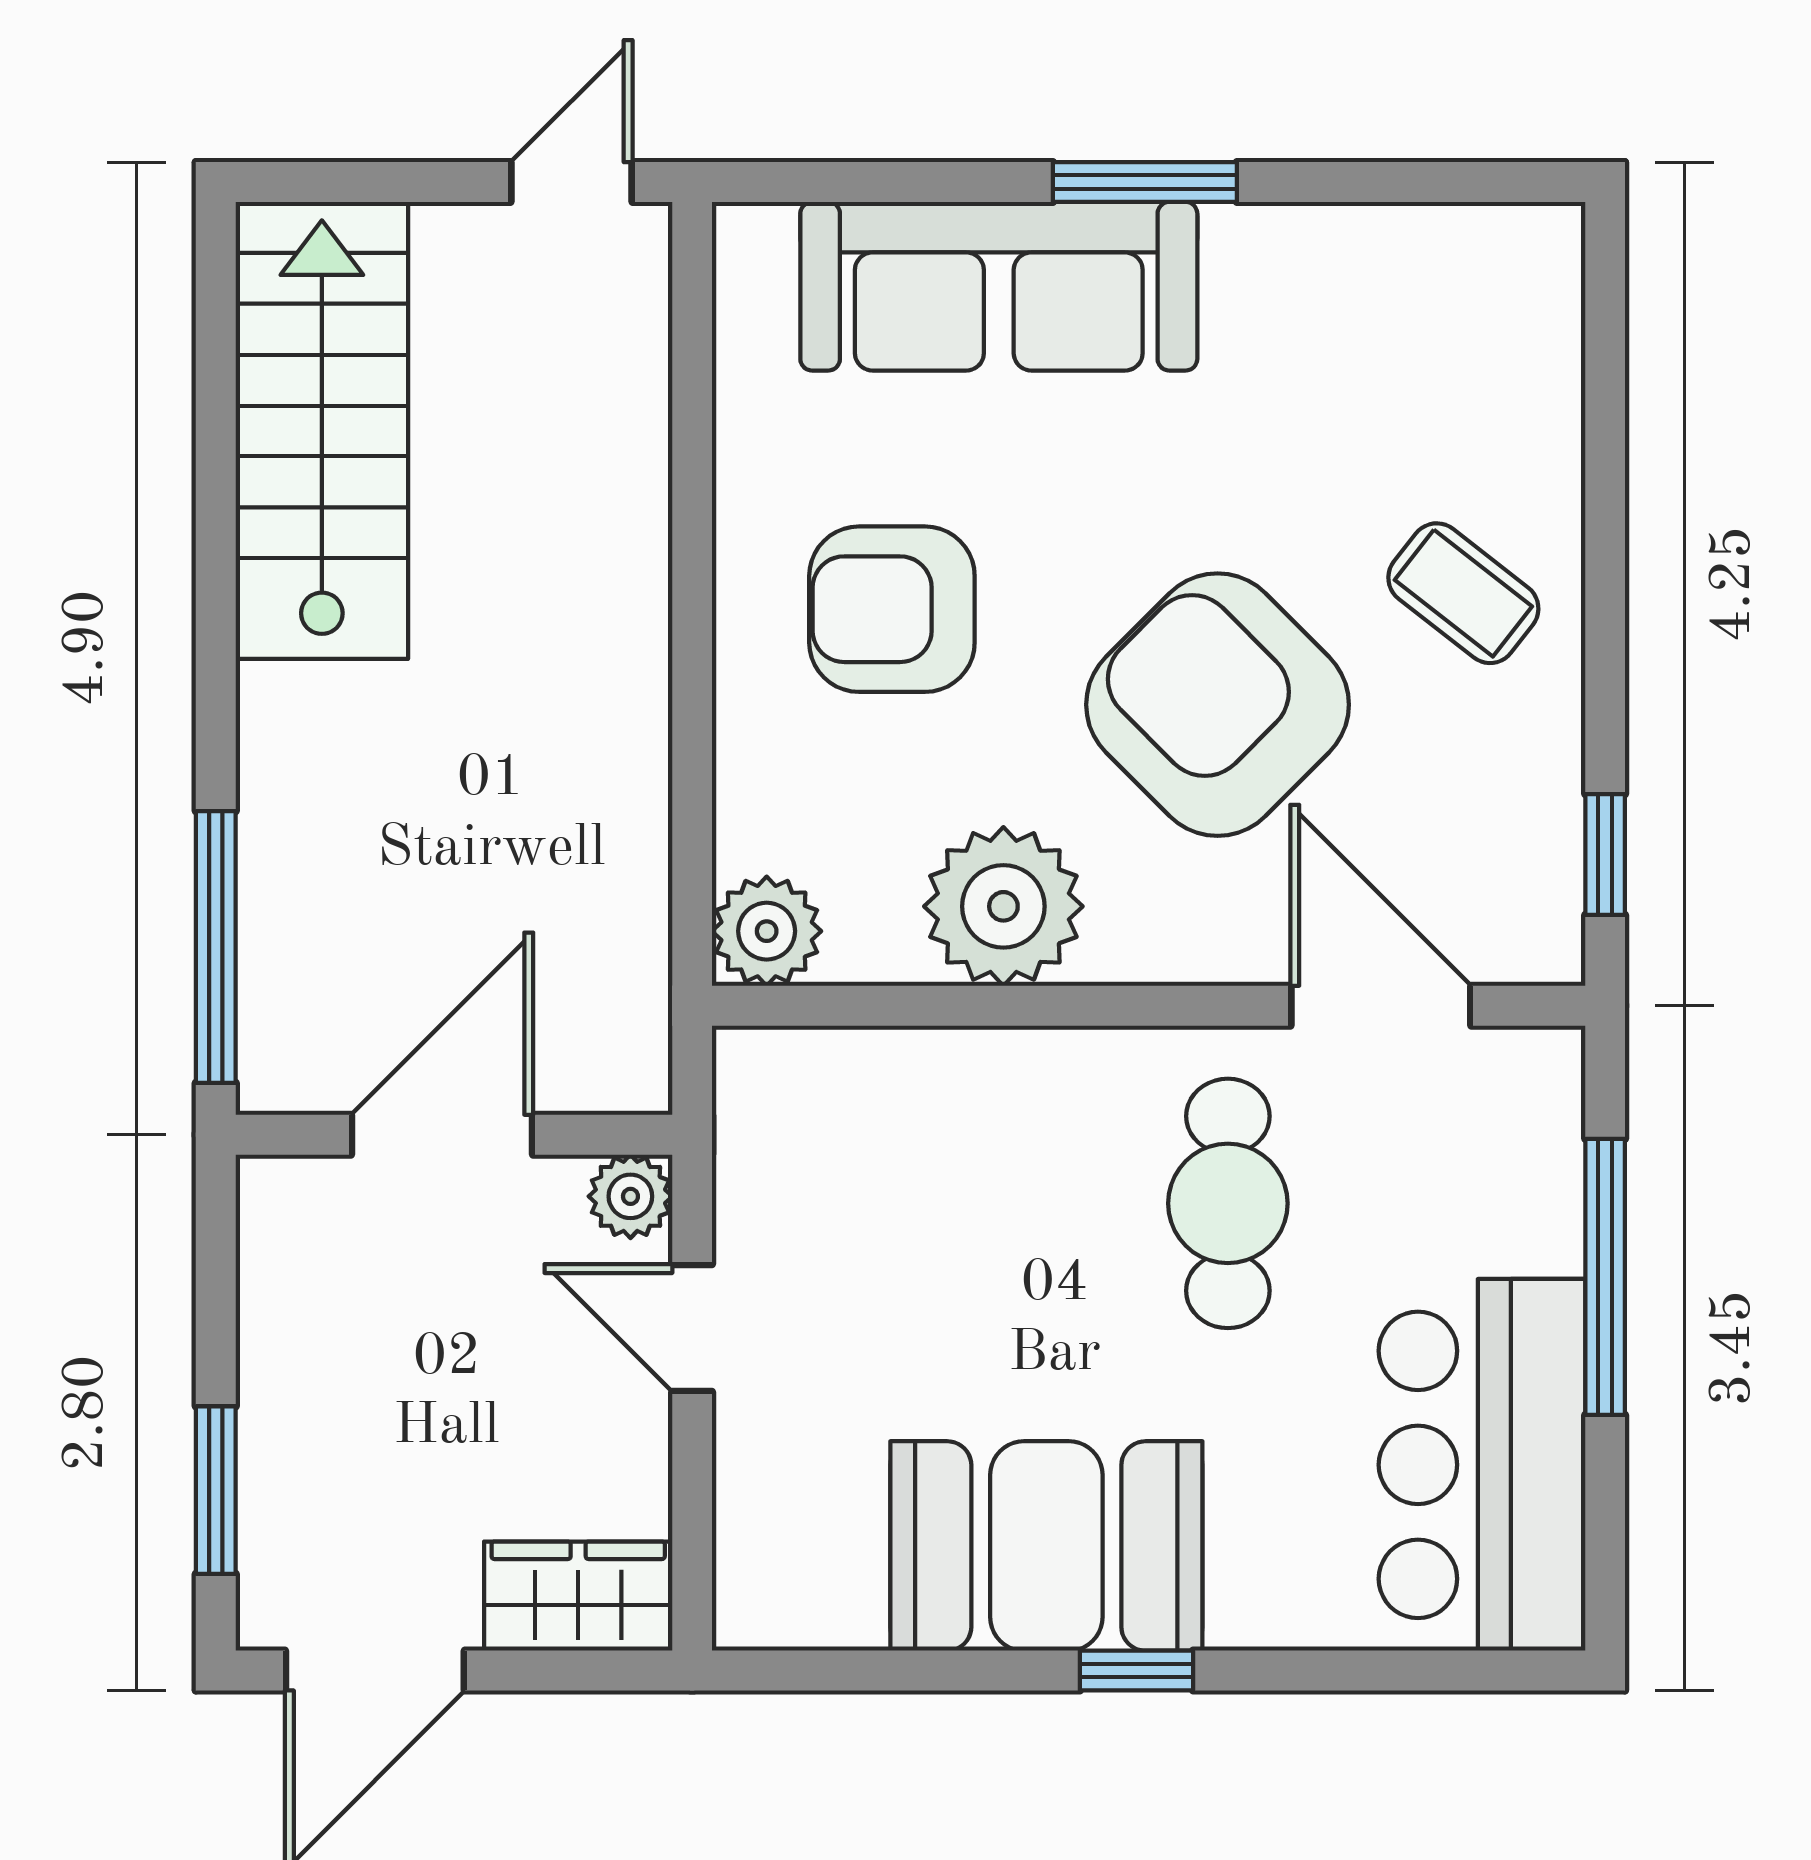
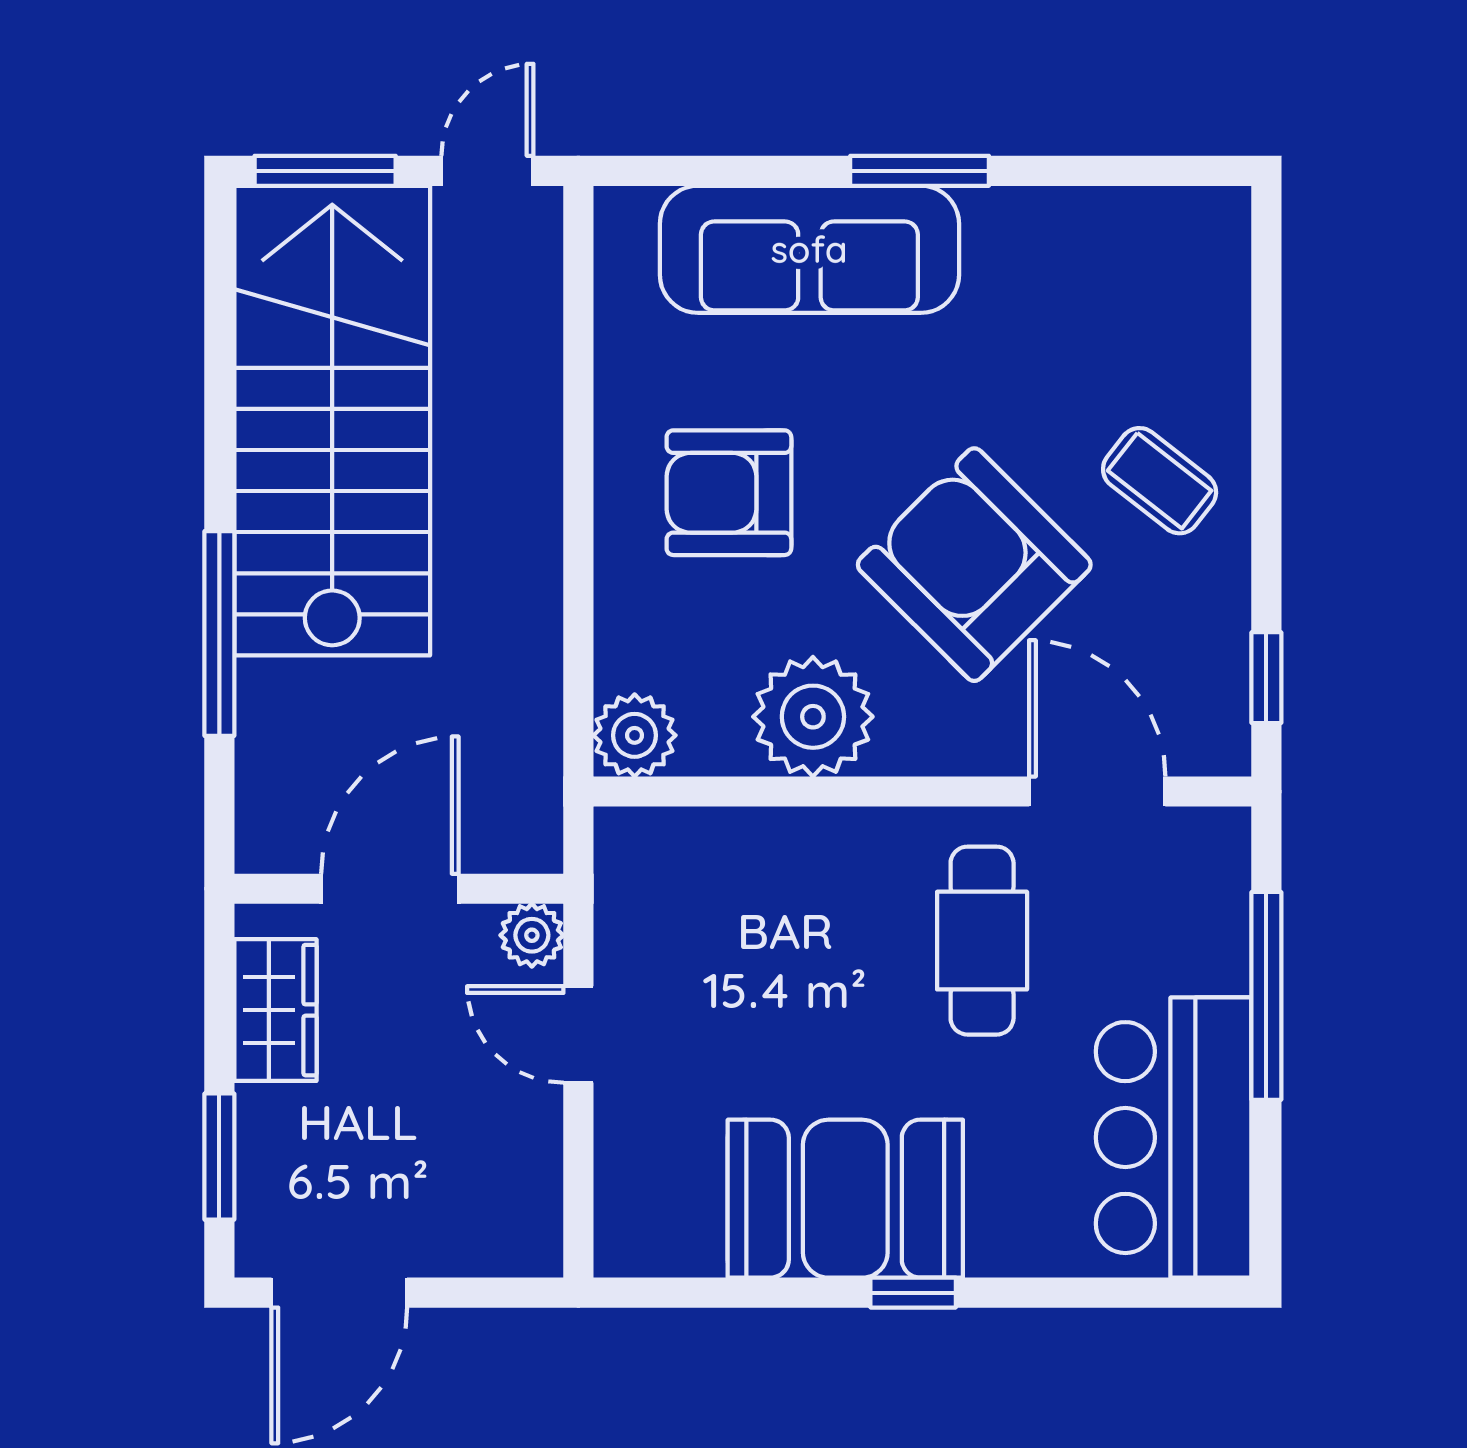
window: (356, 182) -> (325, 171), added
stairs: (322, 430) -> (332, 421), width x1.36, depth x1.51
window: (216, 947) -> (219, 634), moved
wardrobe: (578, 1596) -> (275, 1010), moved, turned 90

